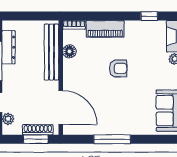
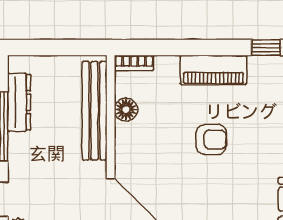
piano: (105, 29) -> (213, 70), moved

